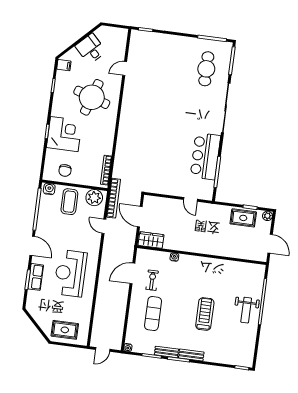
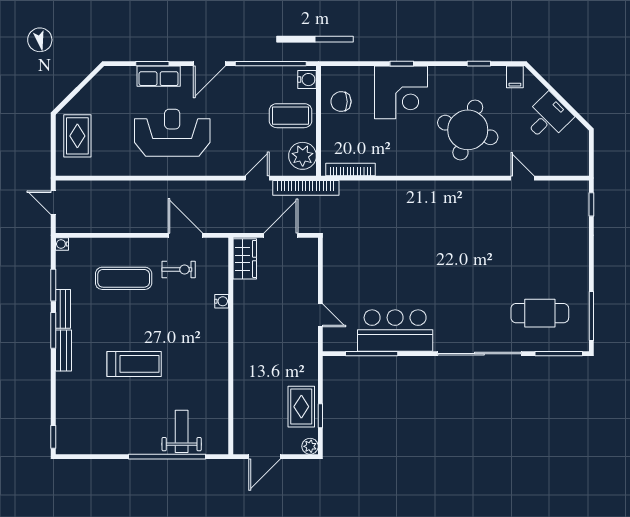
door: (190, 199) -> (320, 315), swing flipped
weight bench: (246, 310) -> (182, 431), moved, turned 90

